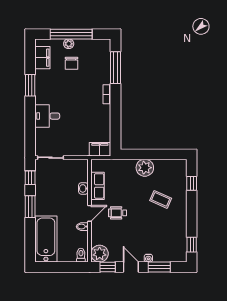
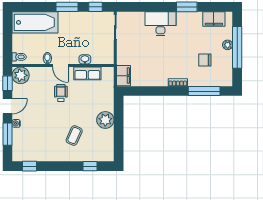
chair: (71, 63) -> (205, 60), moved
desk: (47, 116) -> (160, 24), width x1.37

